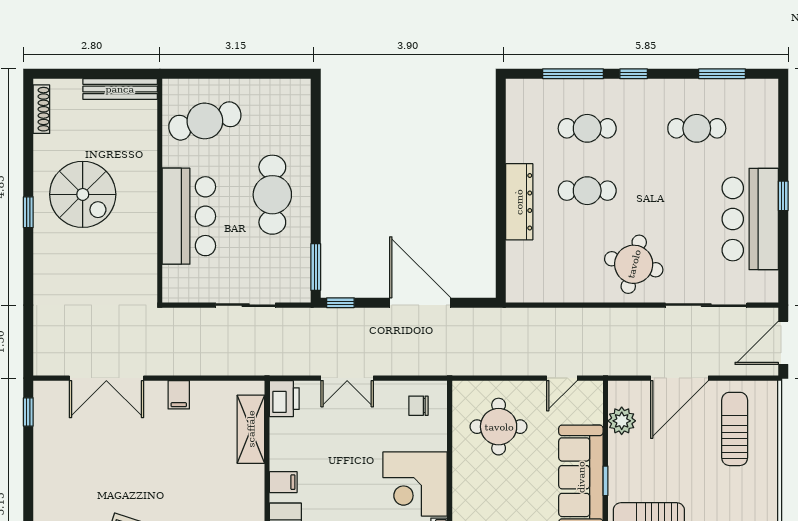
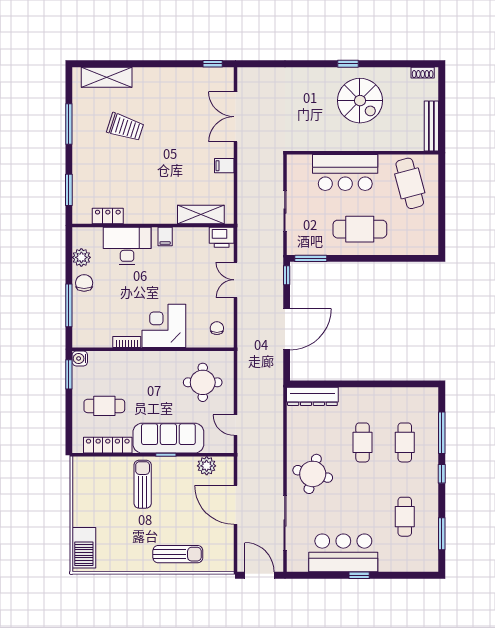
shoe rack: (41, 109) -> (423, 73), width x0.70
spiral stairs: (83, 194) -> (360, 101), turned -90
dresser: (519, 202) -> (312, 396), moved
sun lounger: (735, 429) -> (178, 554), moved

